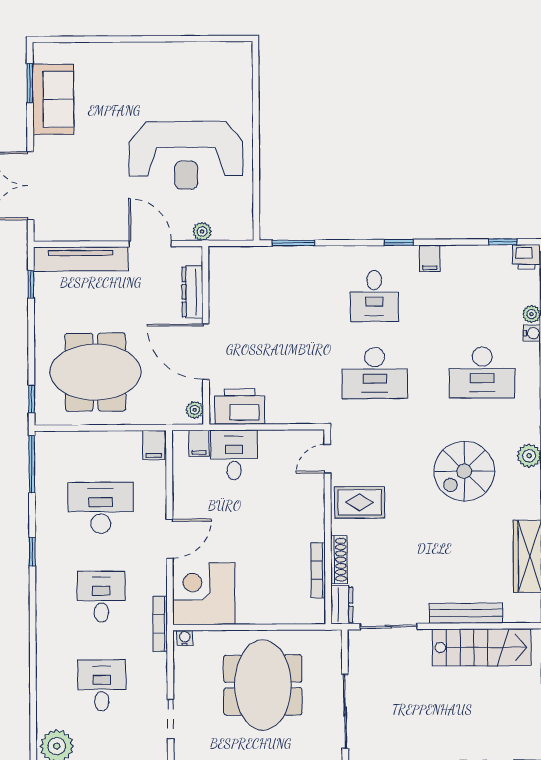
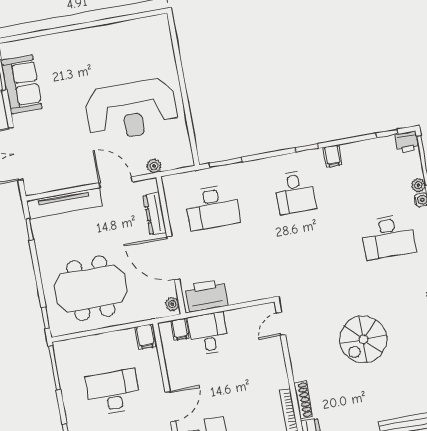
desk: (375, 373) -> (213, 207), moved
spiral stairs: (464, 471) -> (363, 339), moved
rug: (360, 502) -> (312, 353), removed

